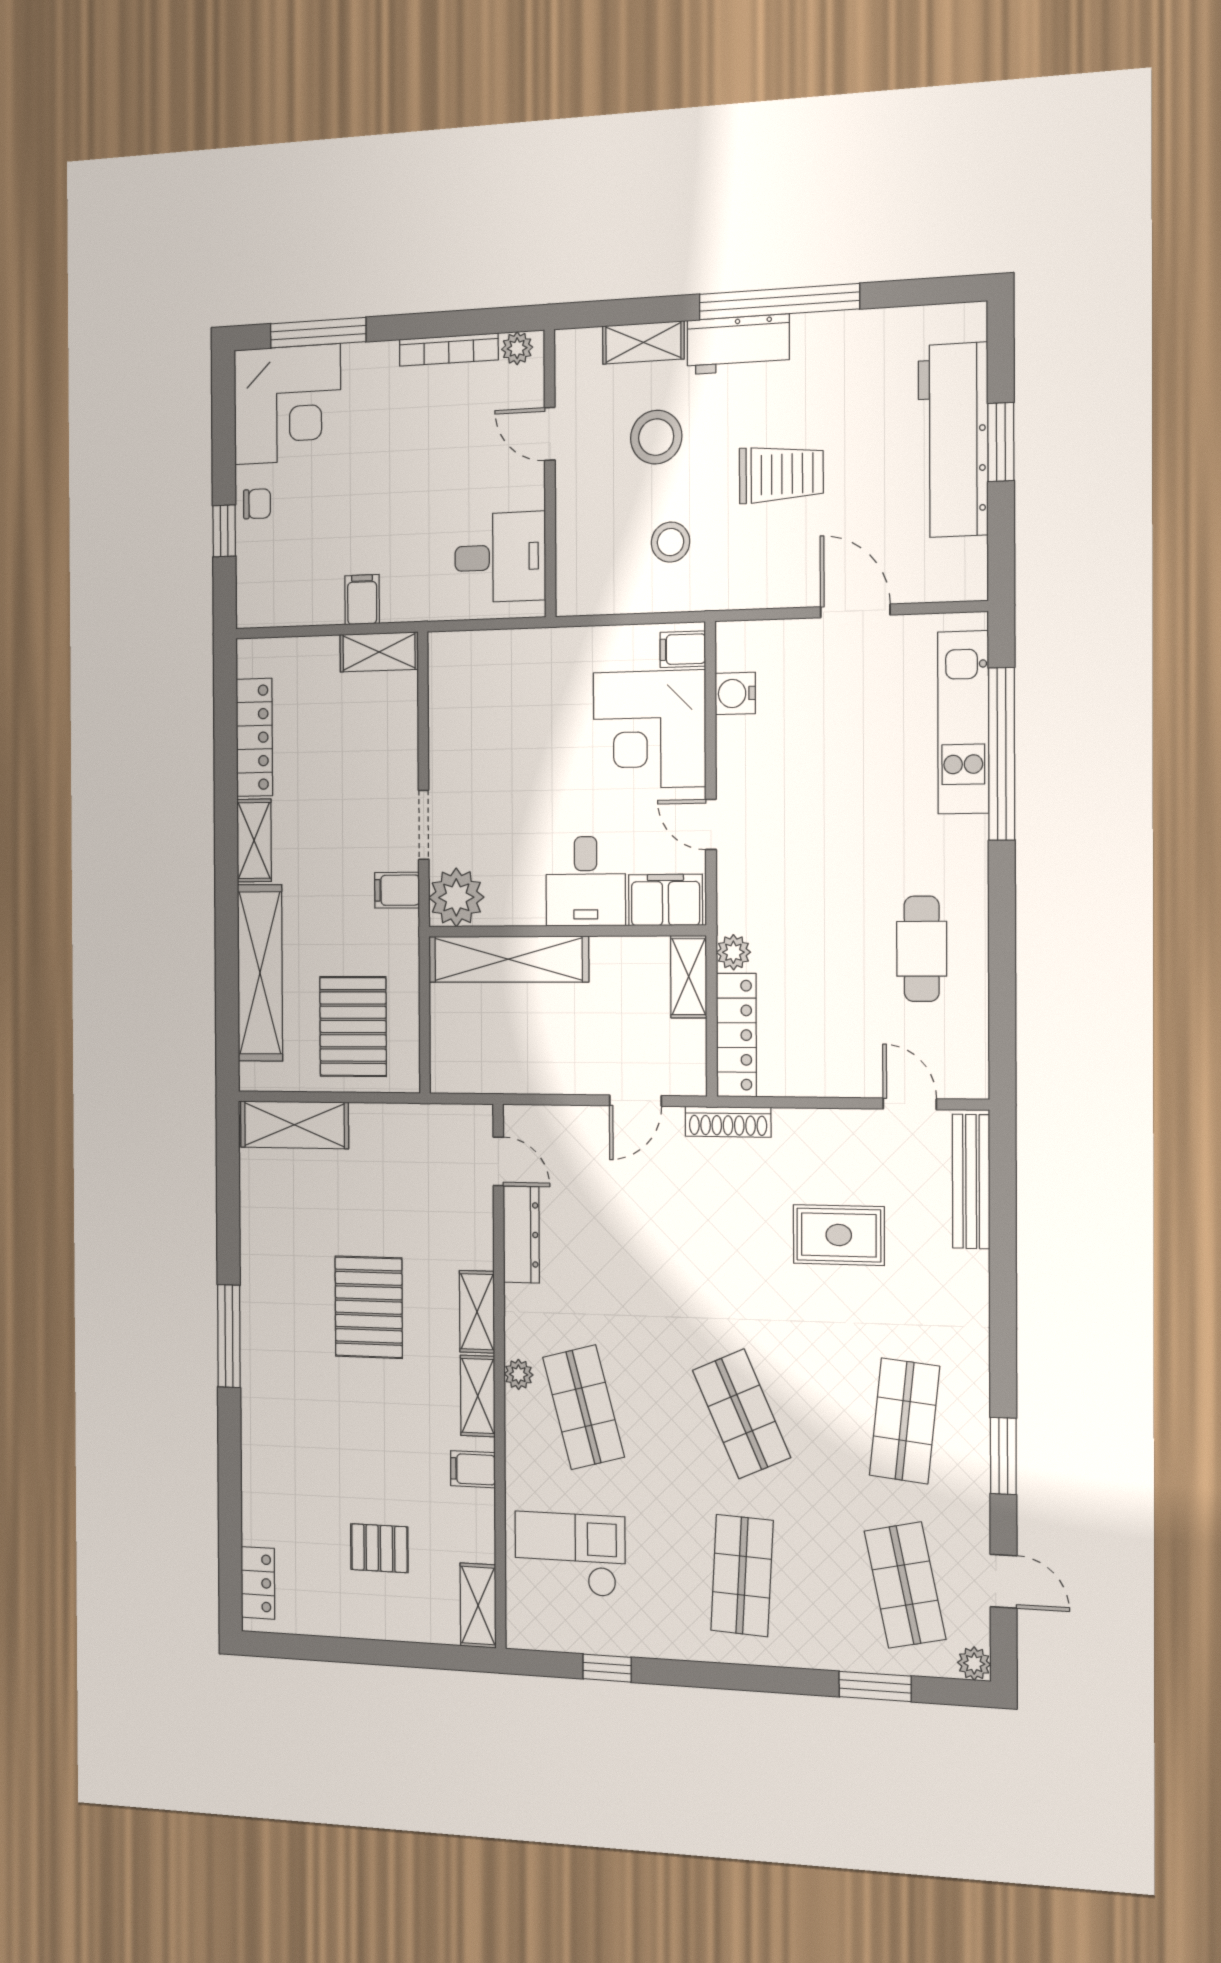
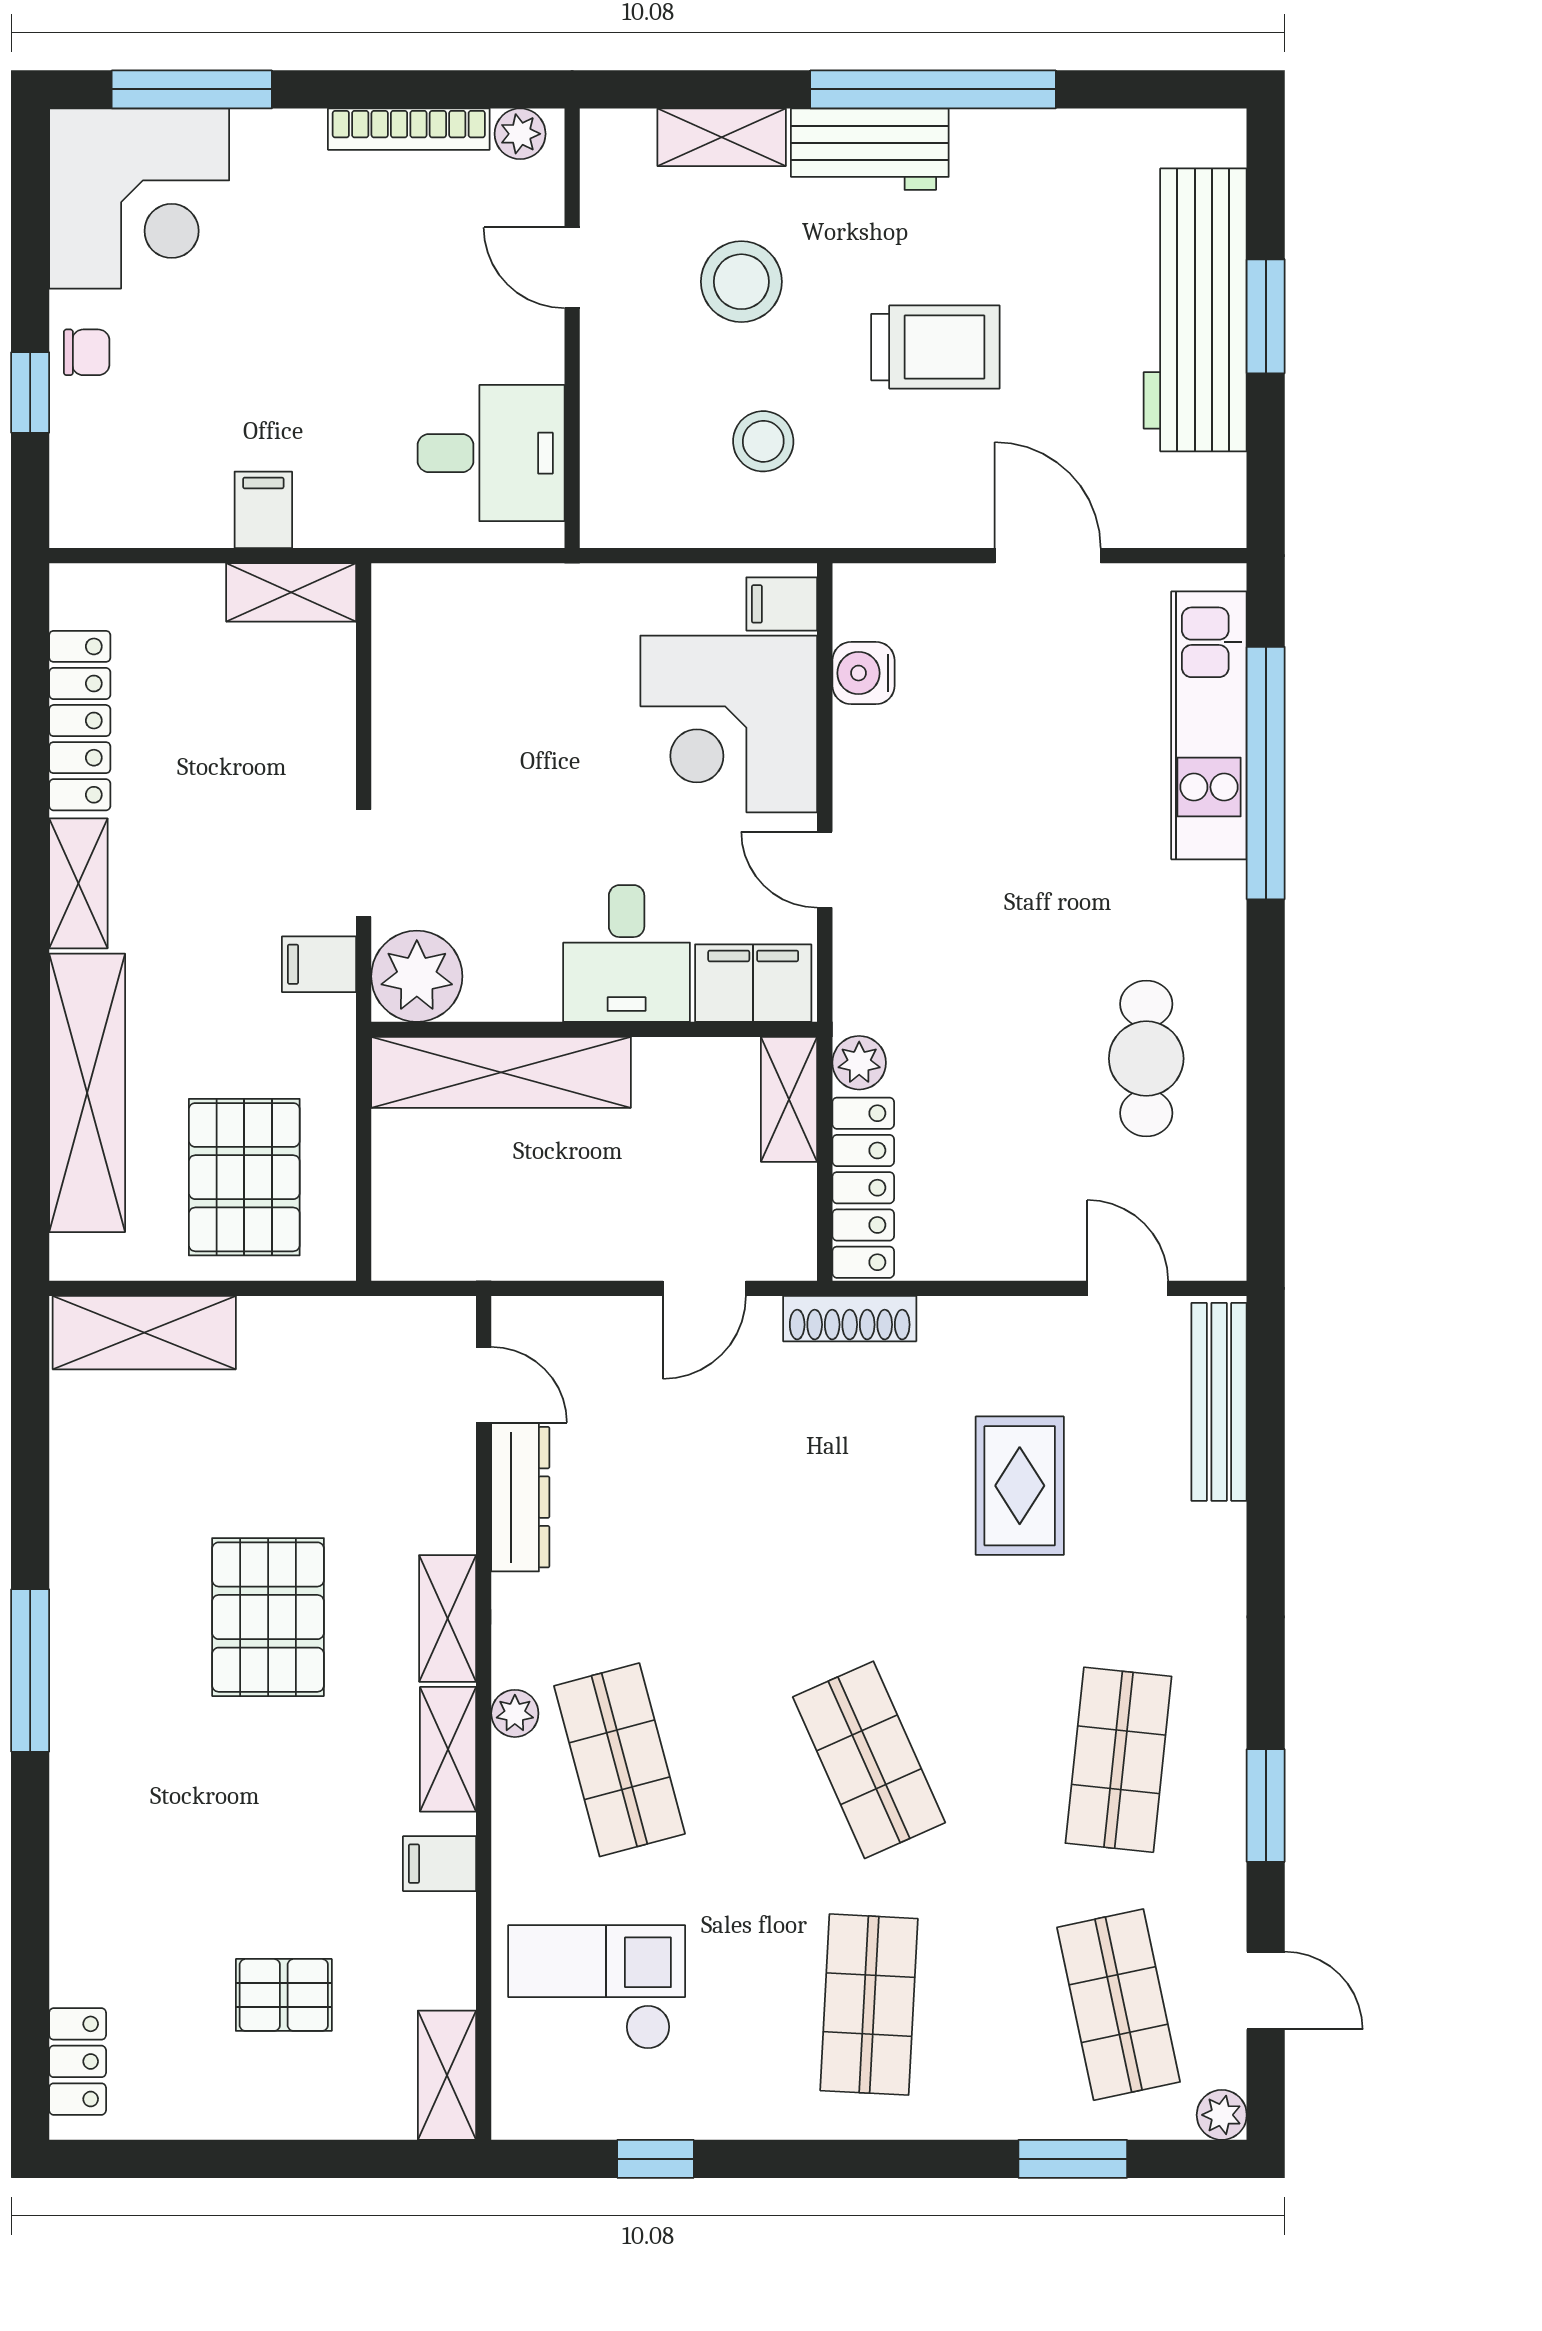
rug: (839, 1235) -> (1020, 1486), turned 90

